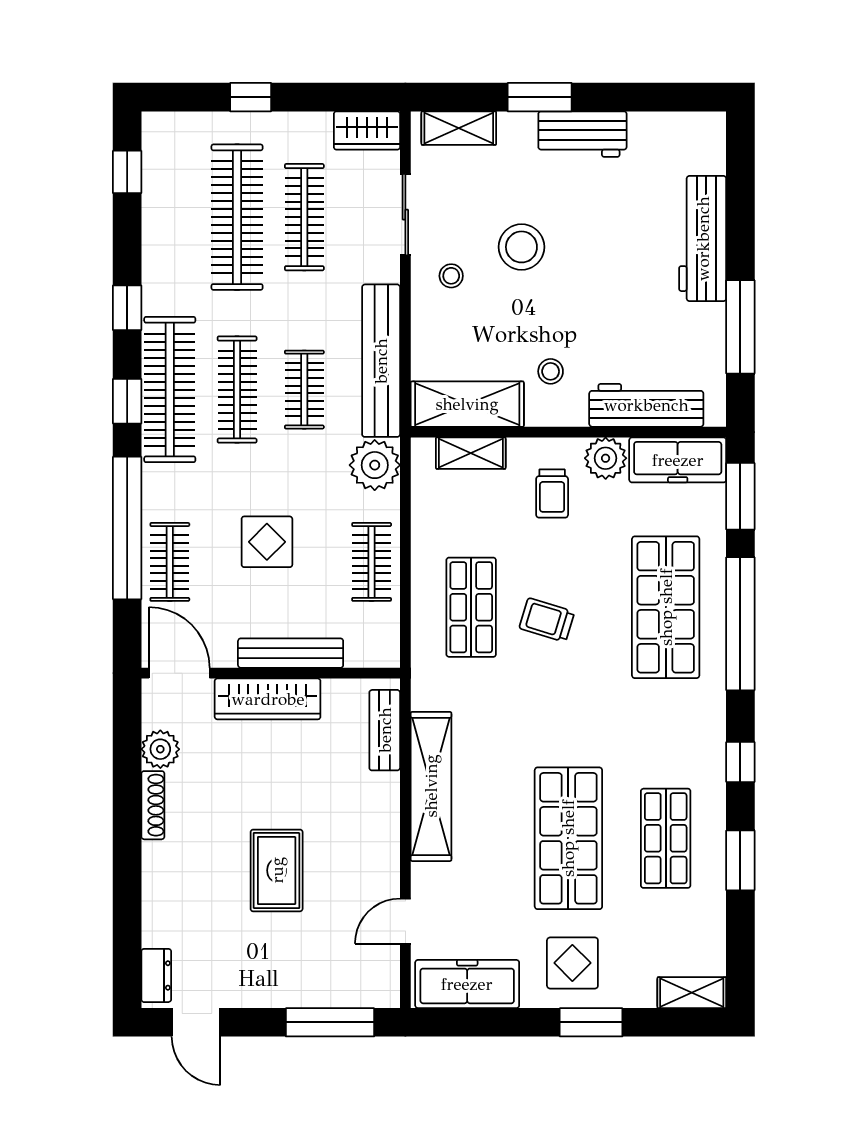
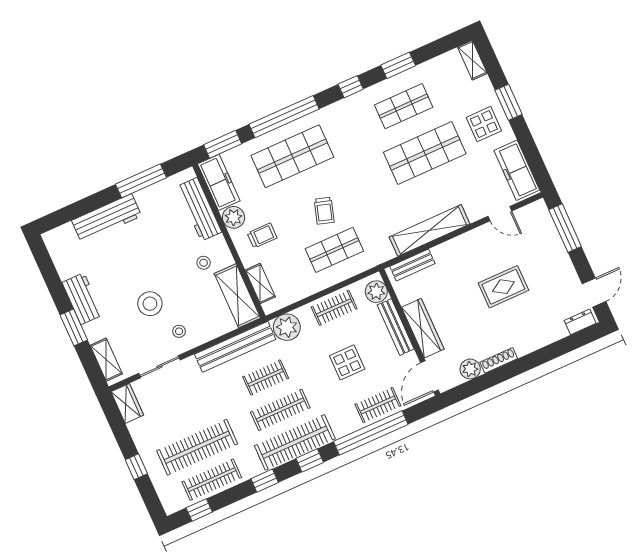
clothes rail: (304, 217) -> (212, 480), moved
plant: (367, 647) -> (376, 292), added

